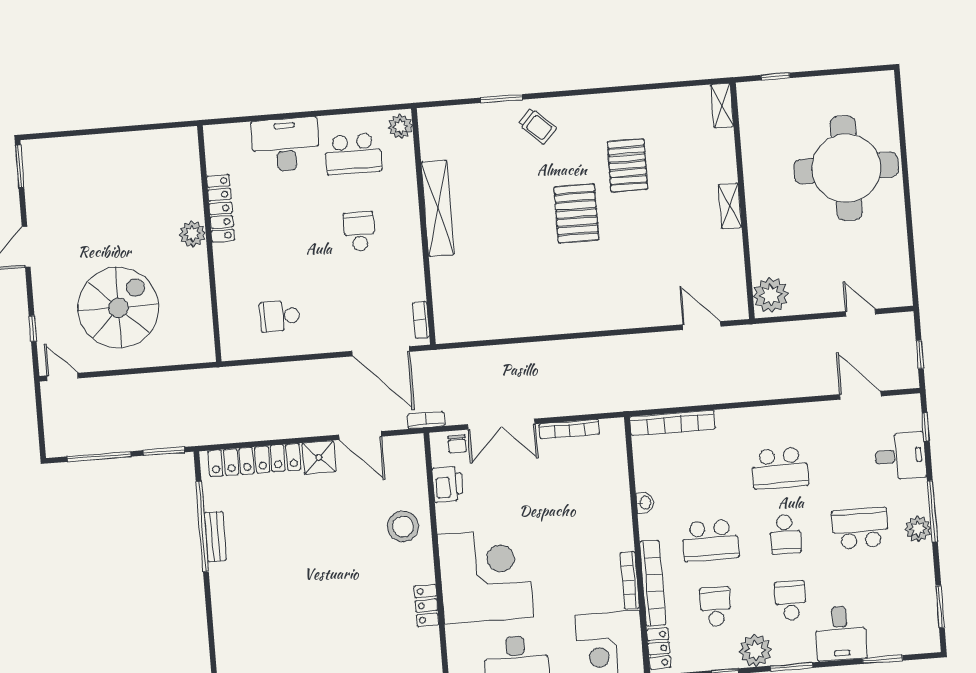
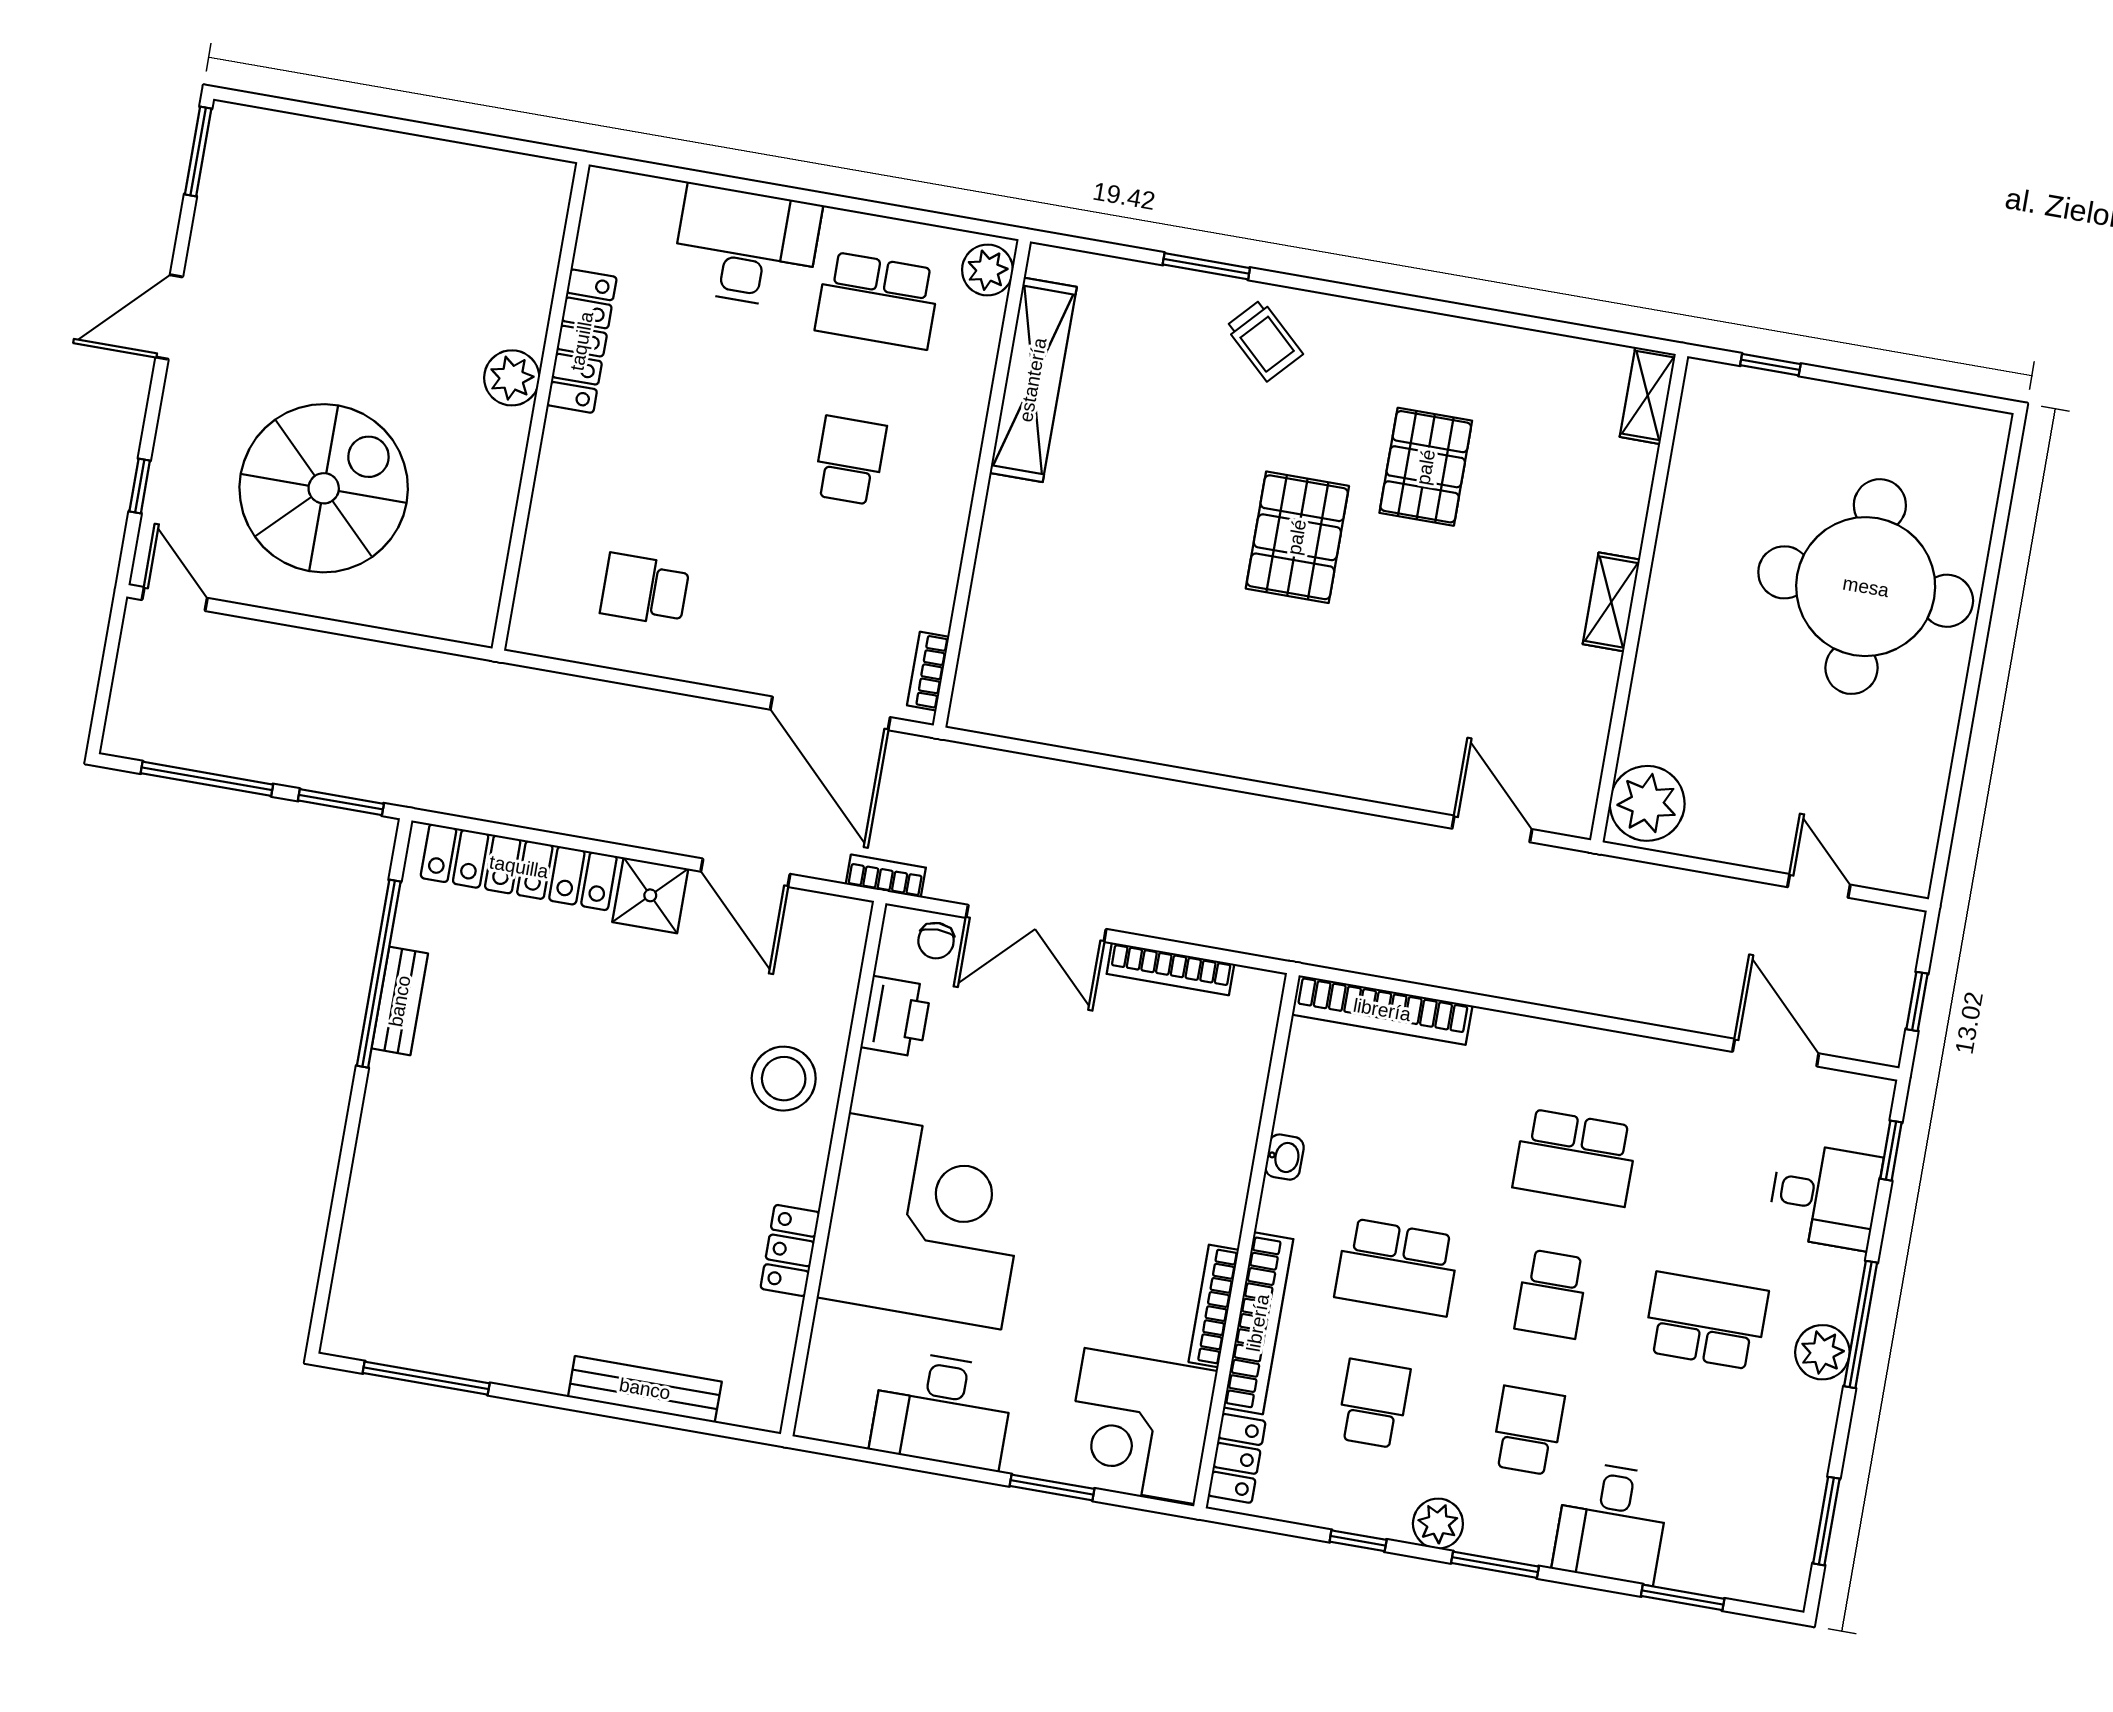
shelving: (438, 208) -> (1033, 380), moved
plant: (755, 651) -> (1438, 1524), width x0.73, depth x0.73

